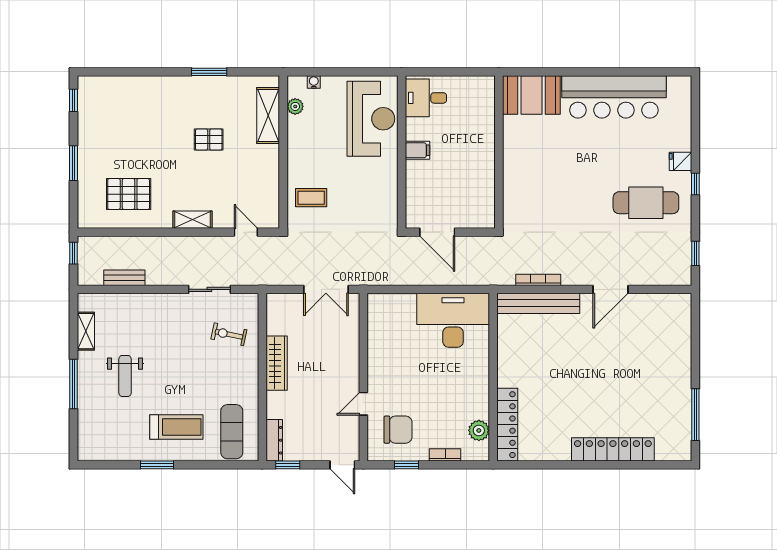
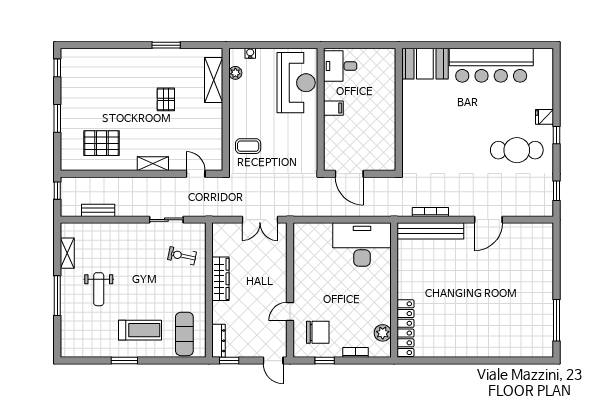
pallet: (209, 139) -> (166, 99), turned 90
locker: (613, 449) -> (490, 348), removed

